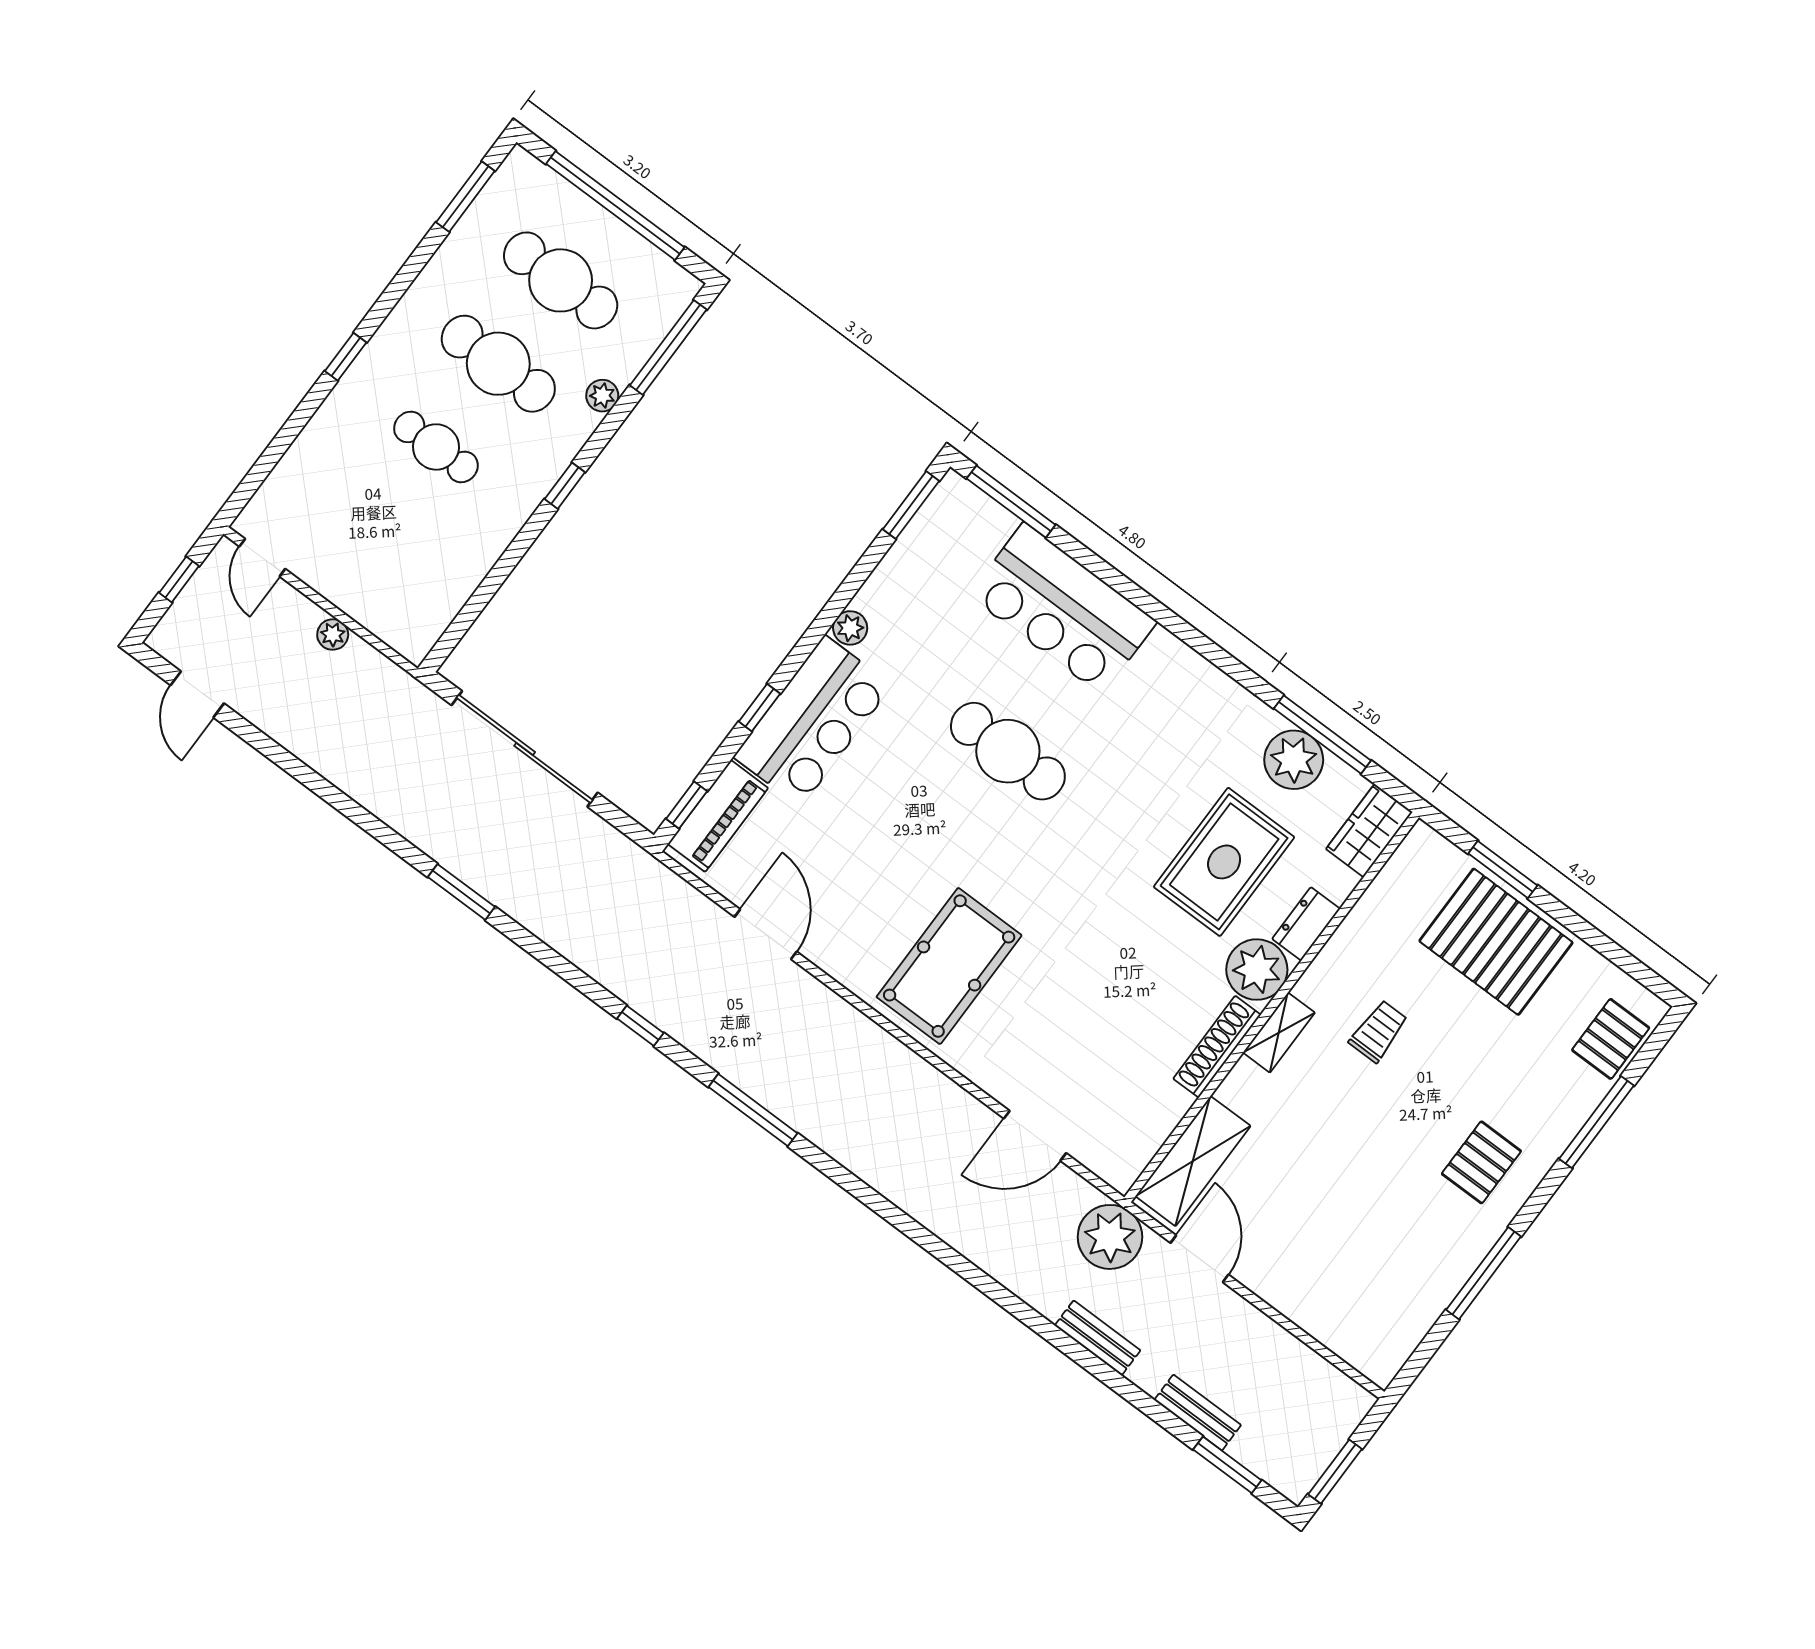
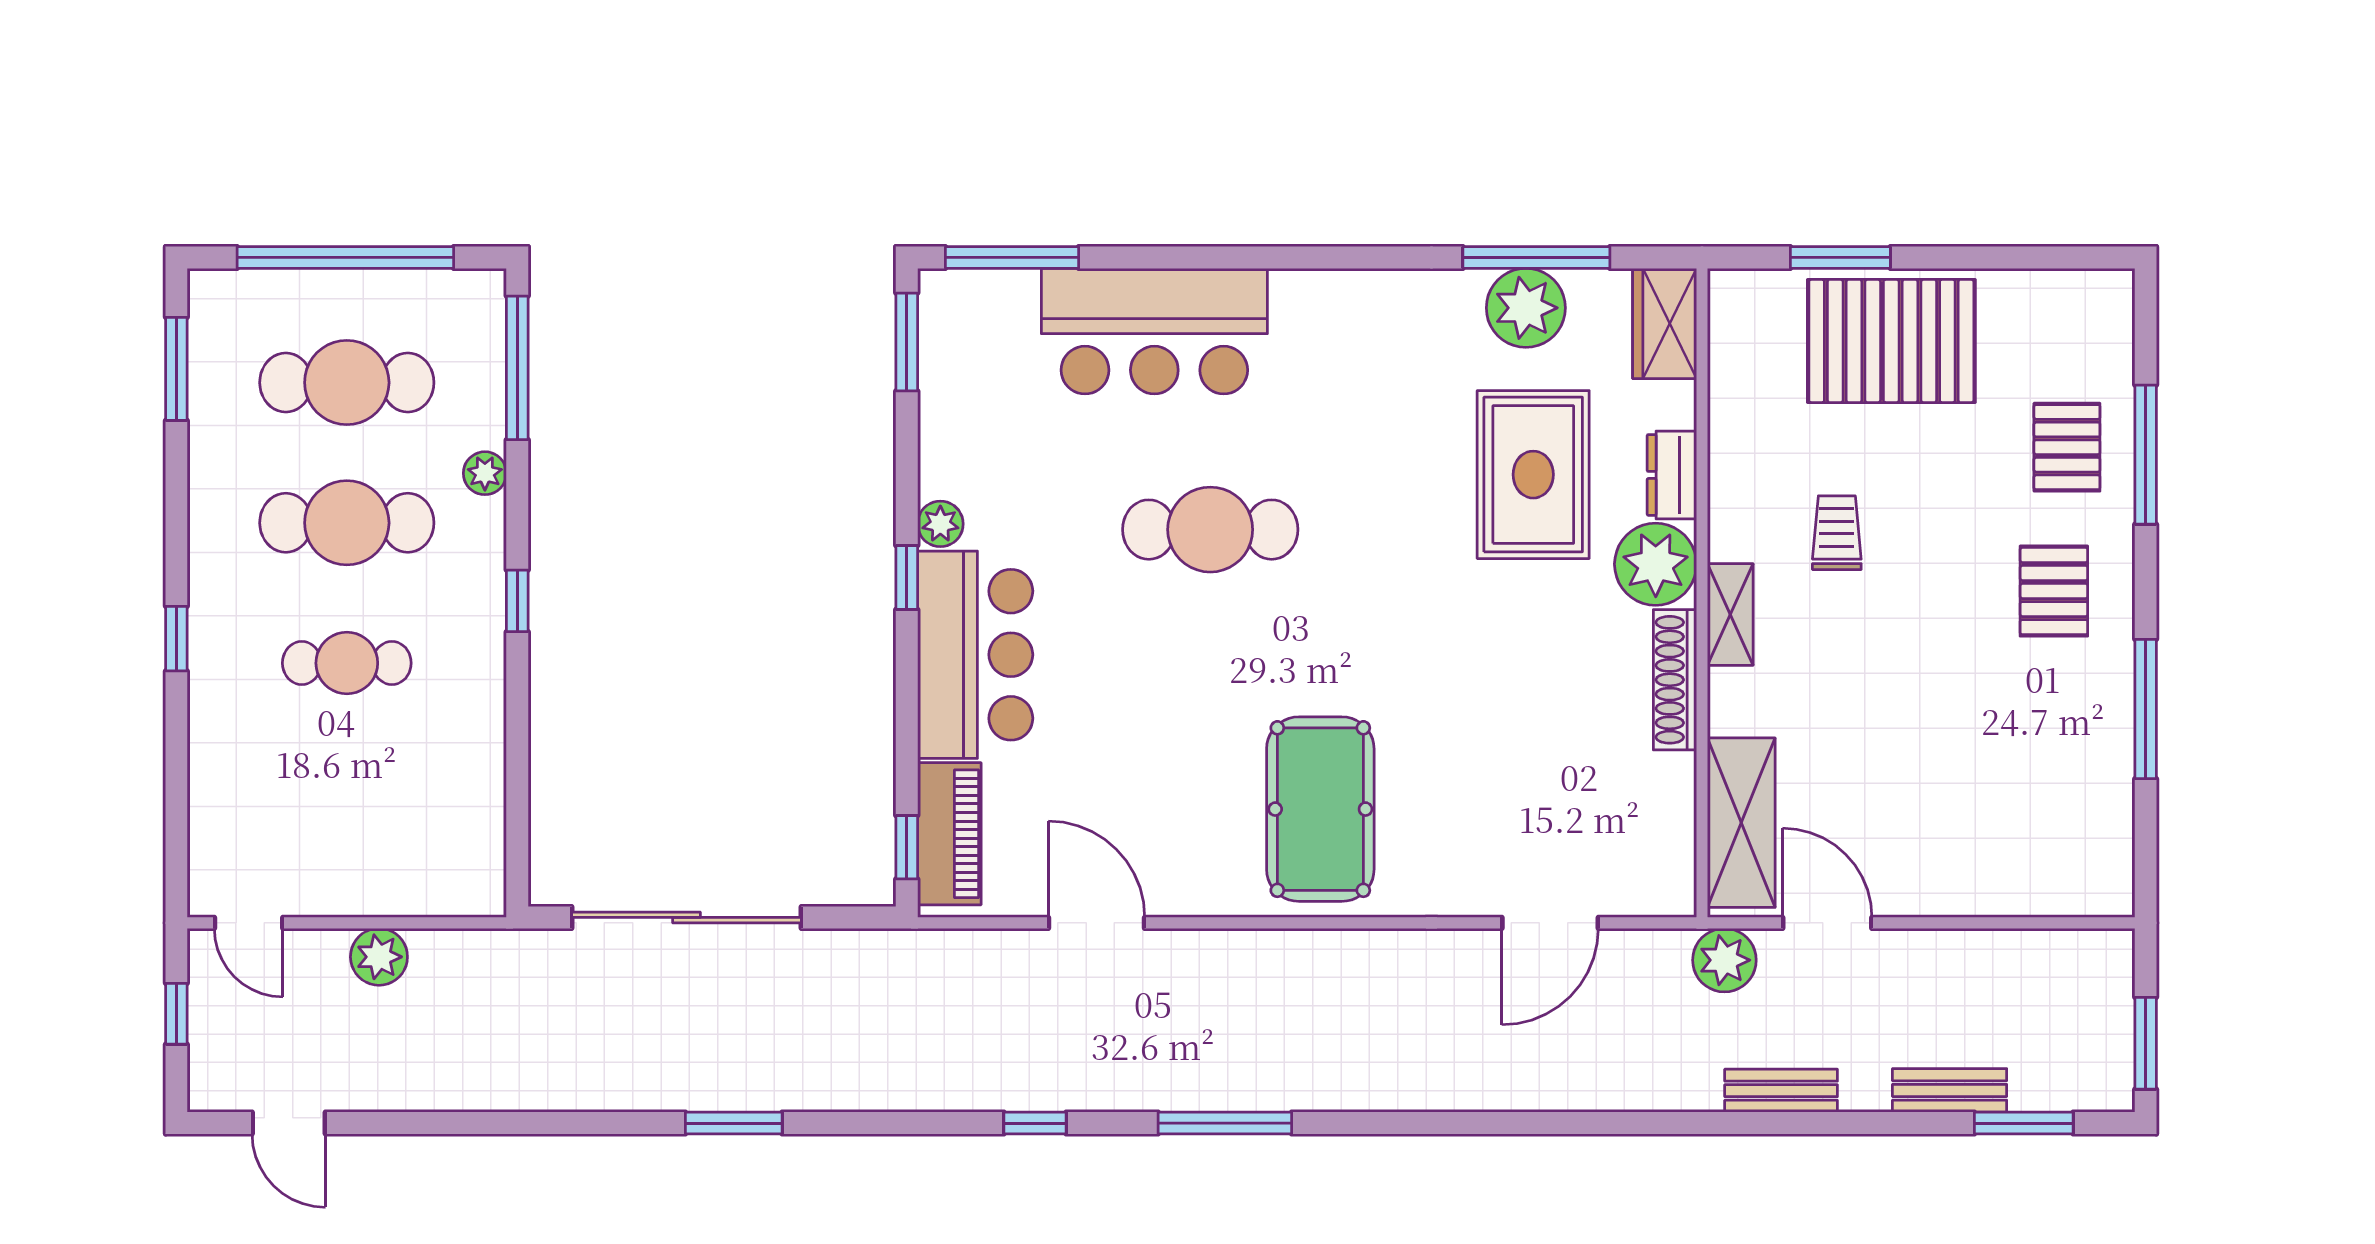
plant: (333, 634) -> (379, 957), width x1.38, depth x1.38
window: (759, 708) -> (907, 578), moved
pallet: (1611, 1039) -> (2067, 447), moved
plant: (1110, 1237) -> (1724, 960), width x0.73, depth x0.73

